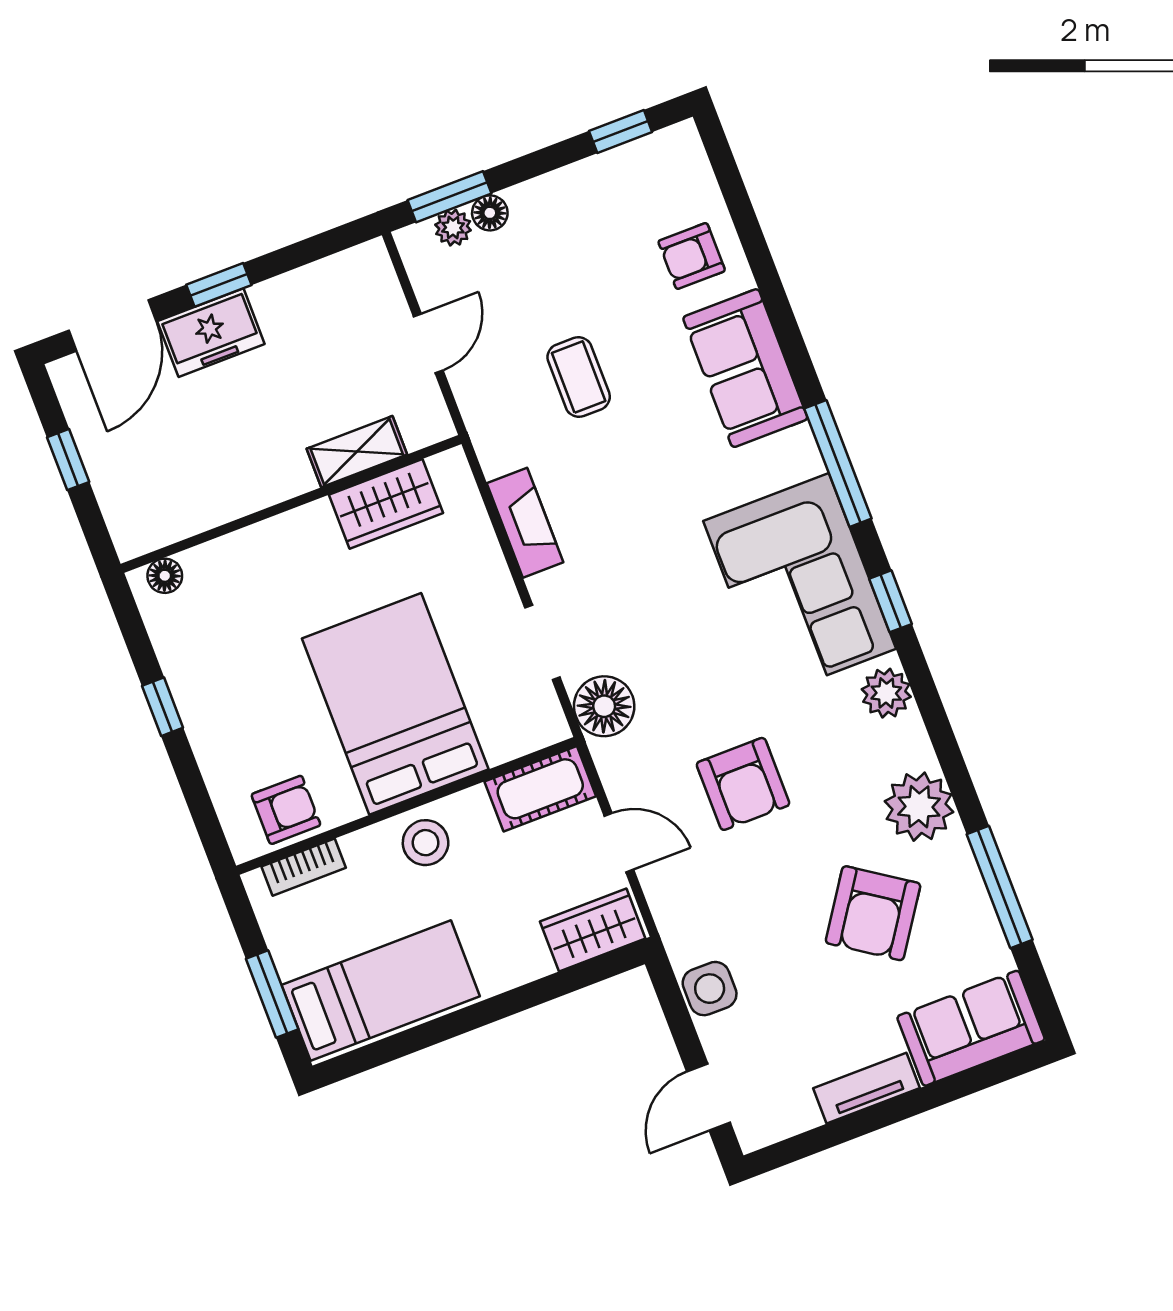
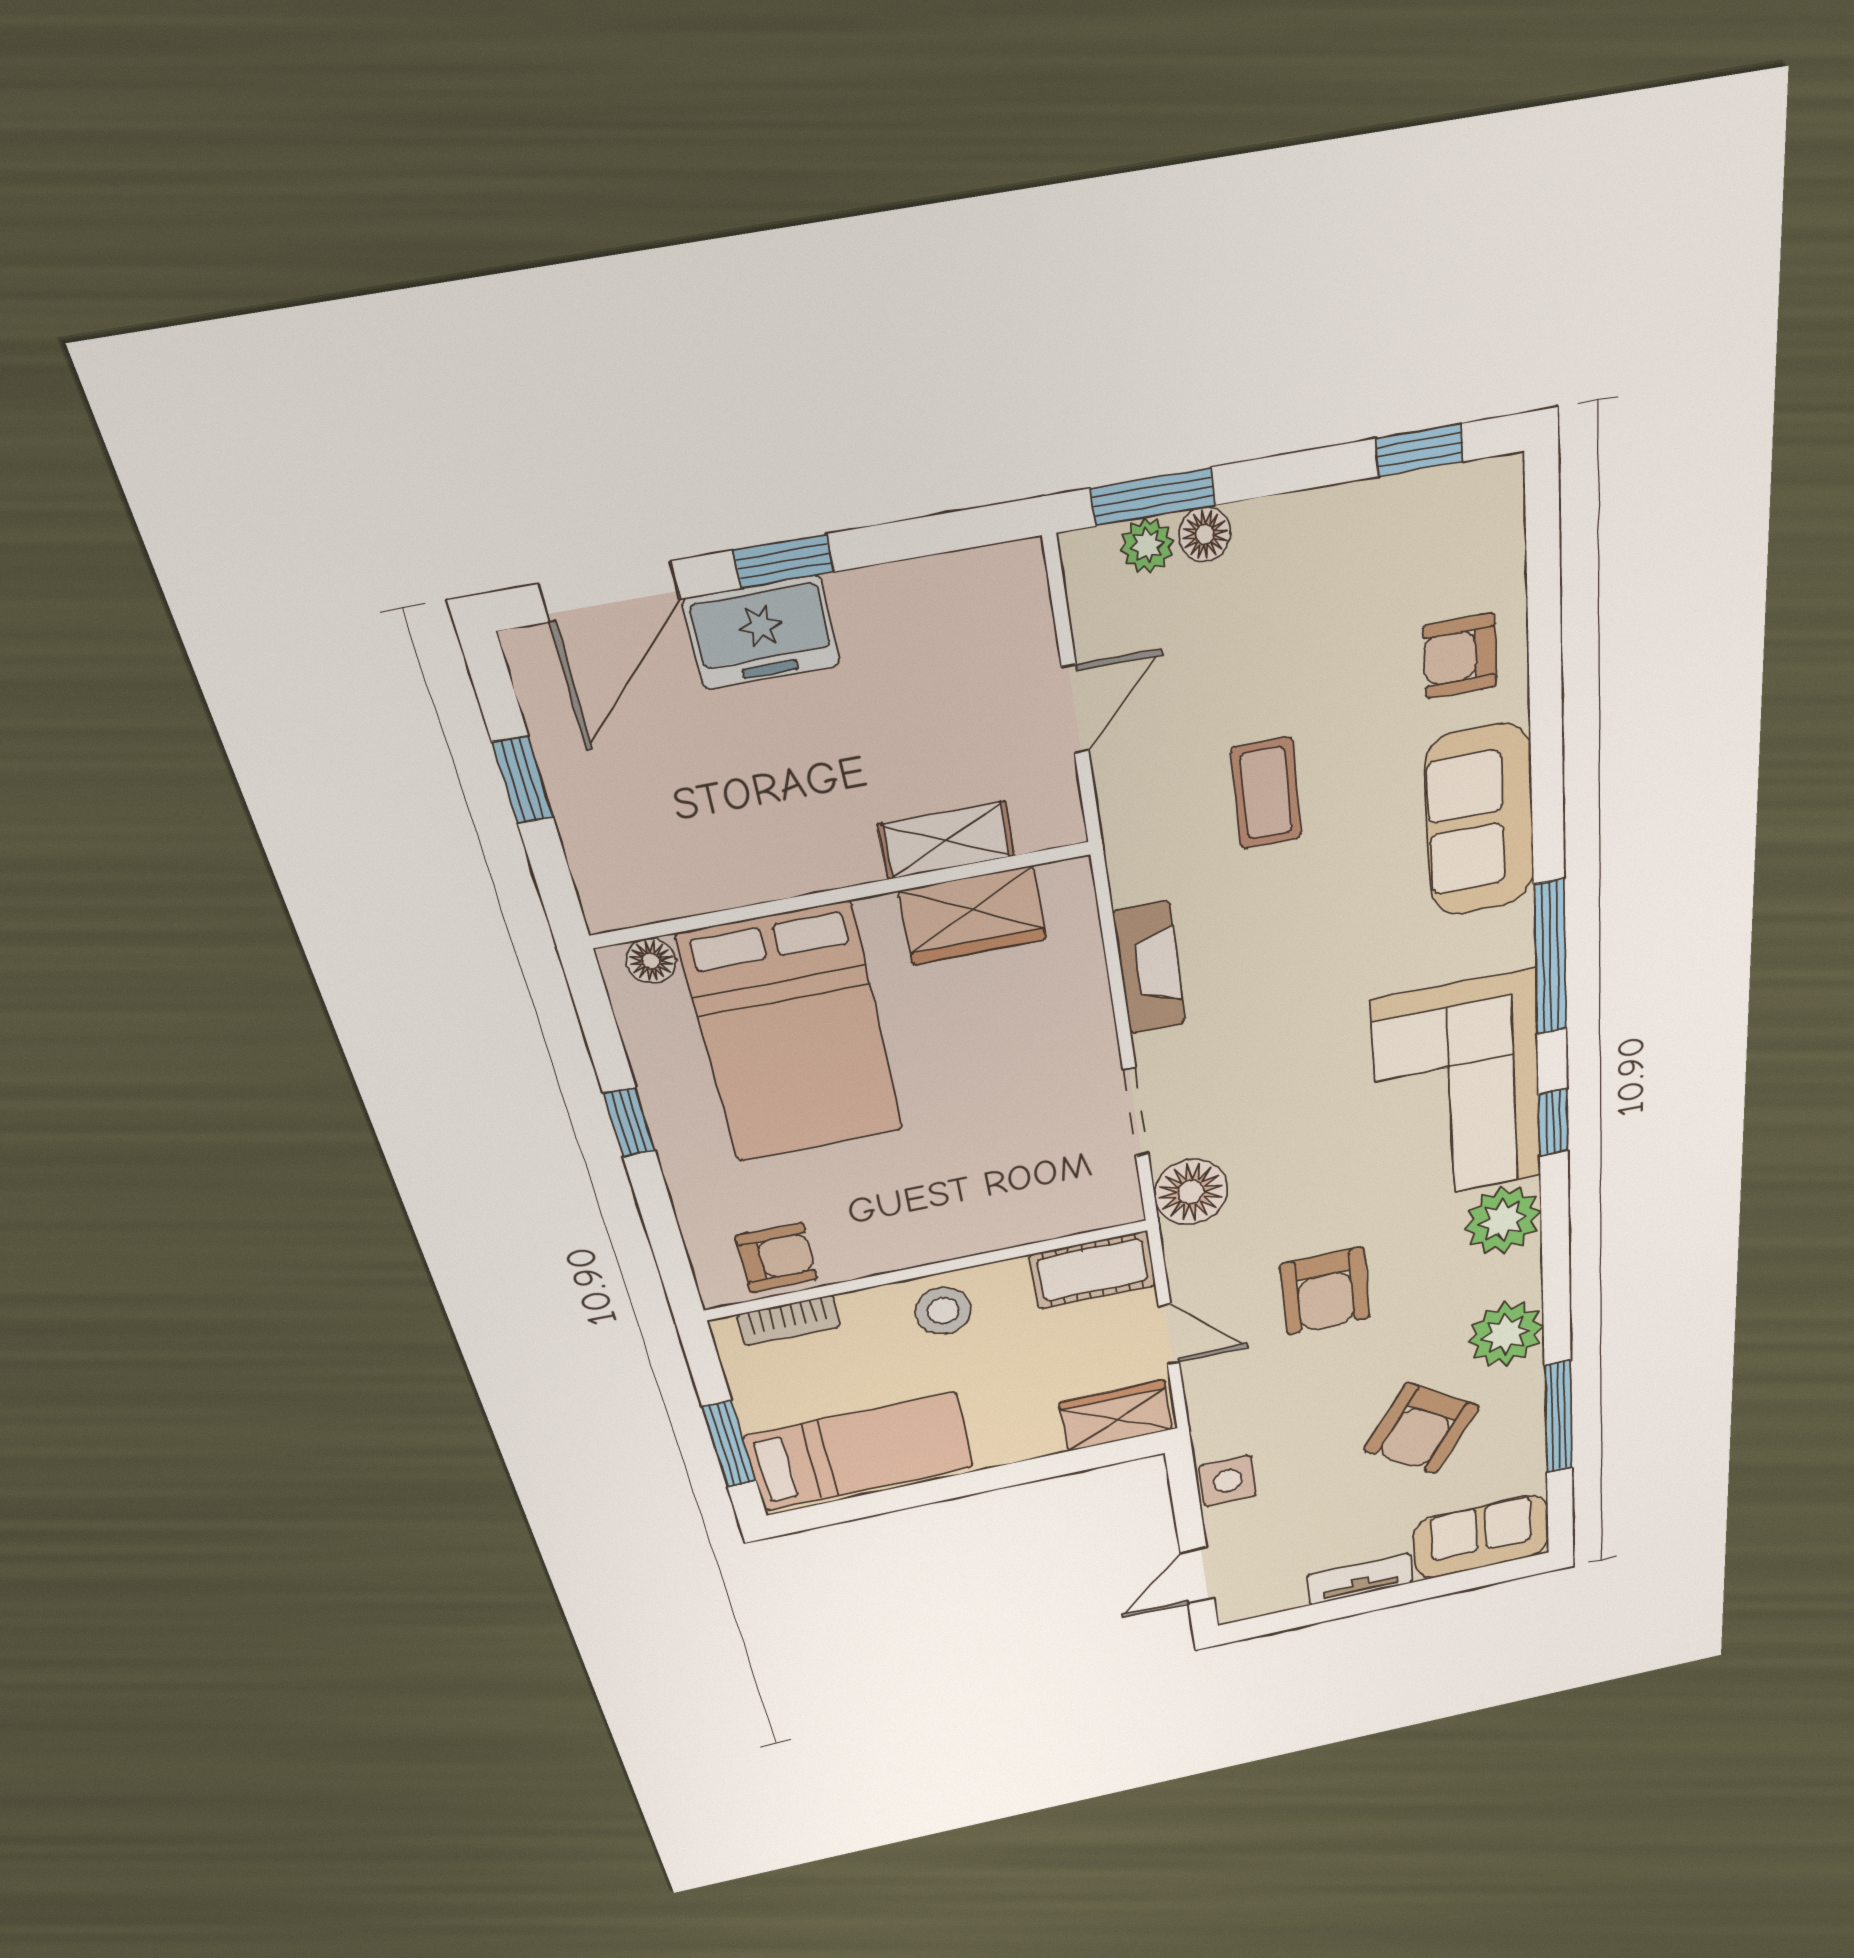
plant: (886, 693) -> (1503, 1220), width x1.36, depth x1.36
bed: (395, 704) -> (793, 1035), moved, turned 180

